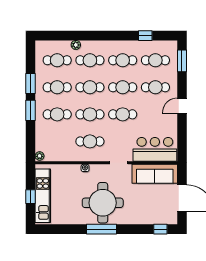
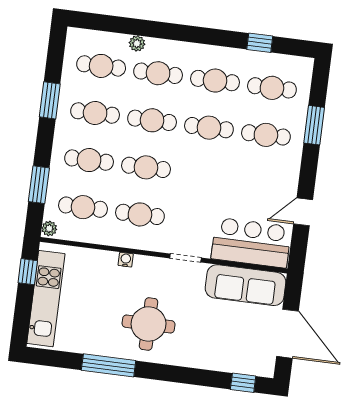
window: (182, 61) -> (314, 125), moved
door: (182, 106) -> (303, 212), moved
window: (31, 110) -> (39, 185), moved
cafe table: (123, 114) -> (83, 207), moved
window: (31, 197) -> (28, 272), moved
round table: (103, 203) -> (149, 324), width x0.73, depth x0.73
window: (102, 229) -> (109, 365), moved

